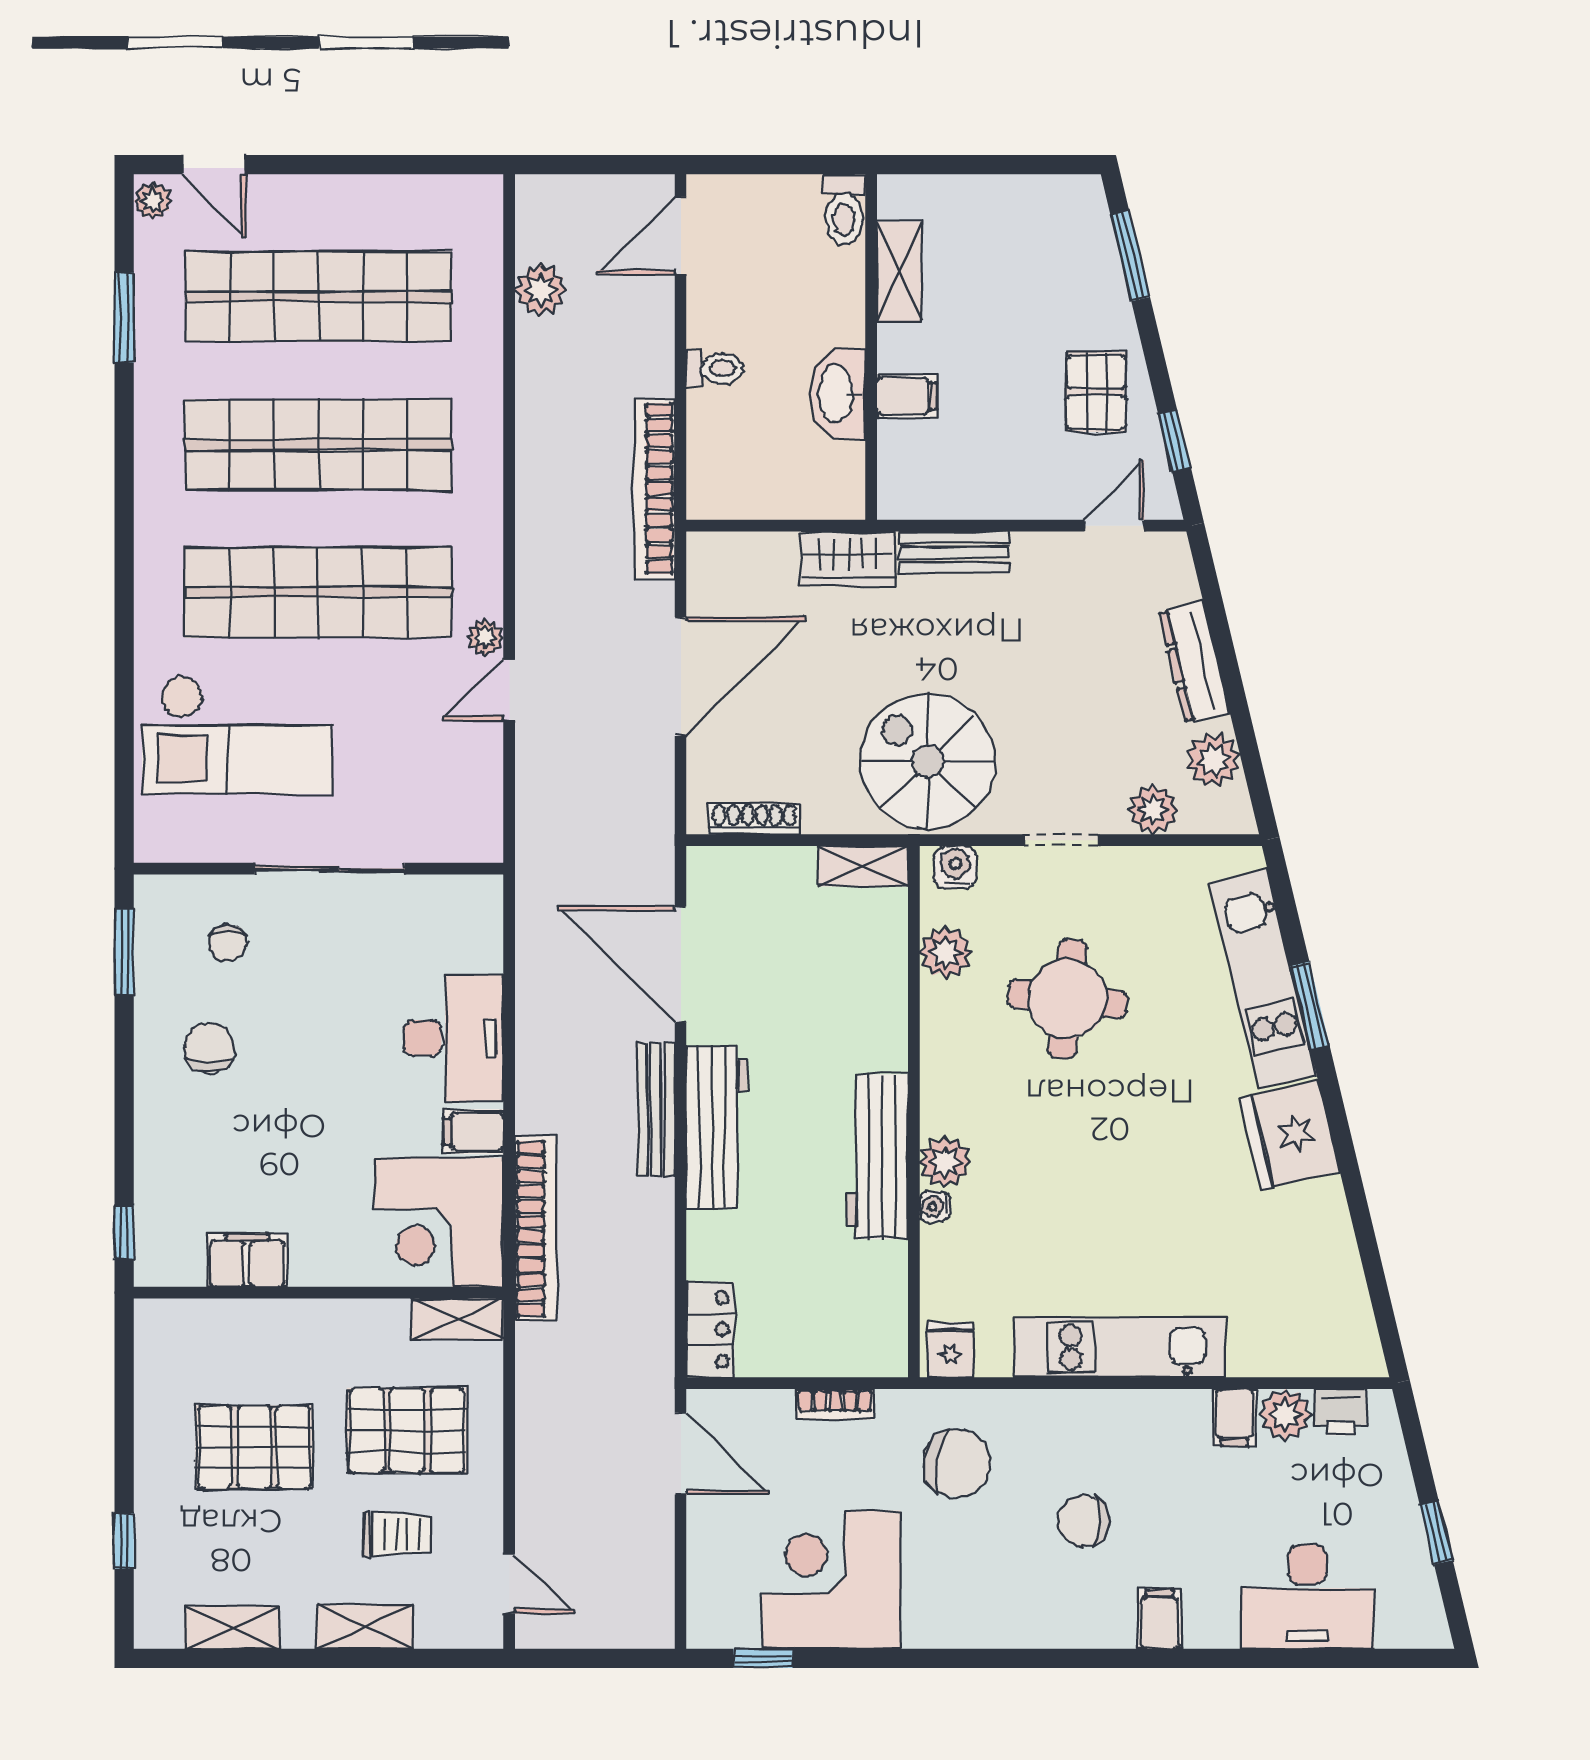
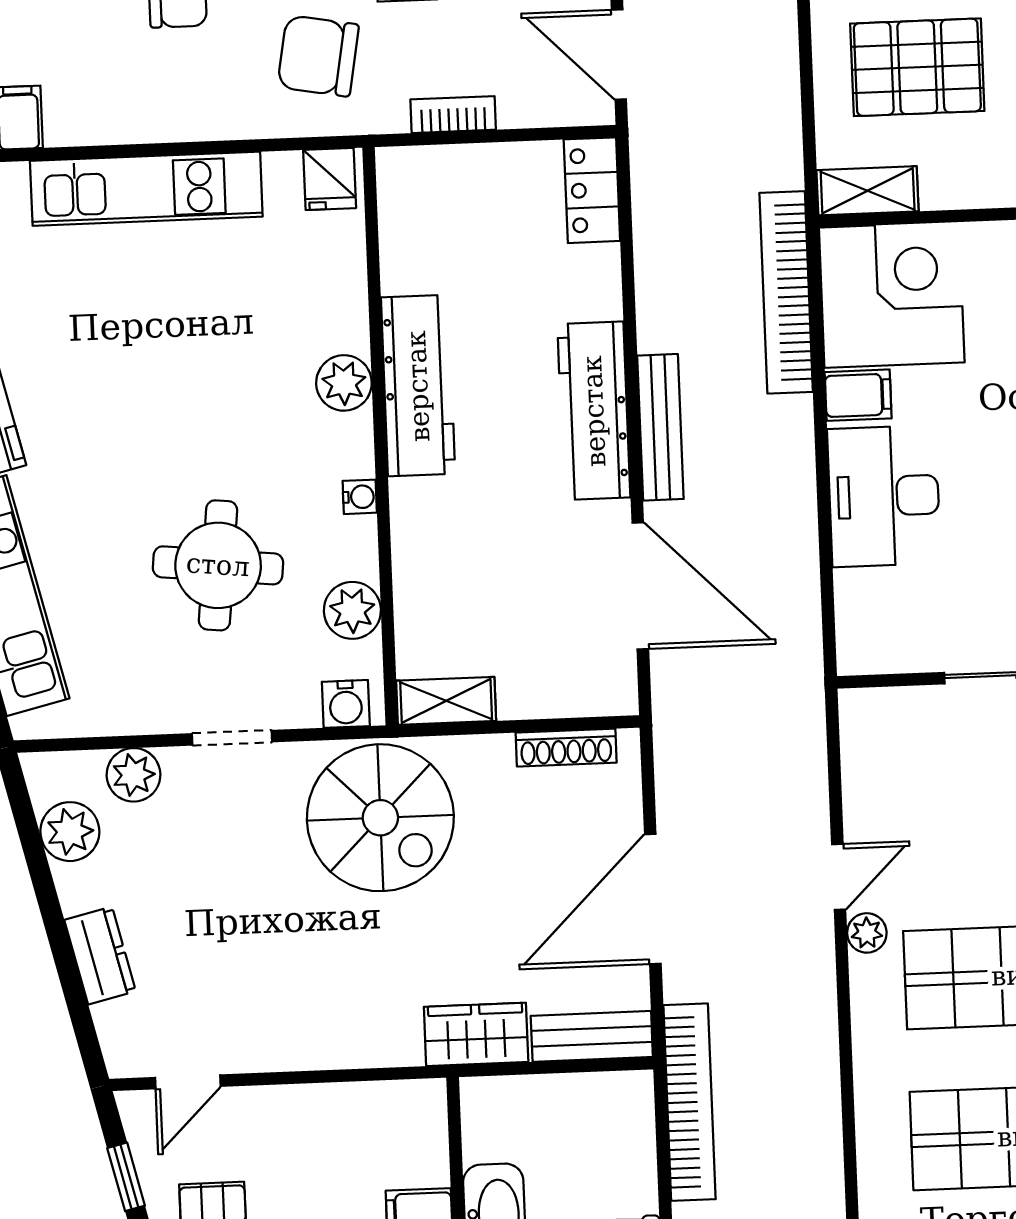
bench: (954, 553) -> (592, 1036), moved
dresser: (1194, 662) -> (100, 956), width x0.70
water cooler: (935, 1206) -> (360, 497), moved

